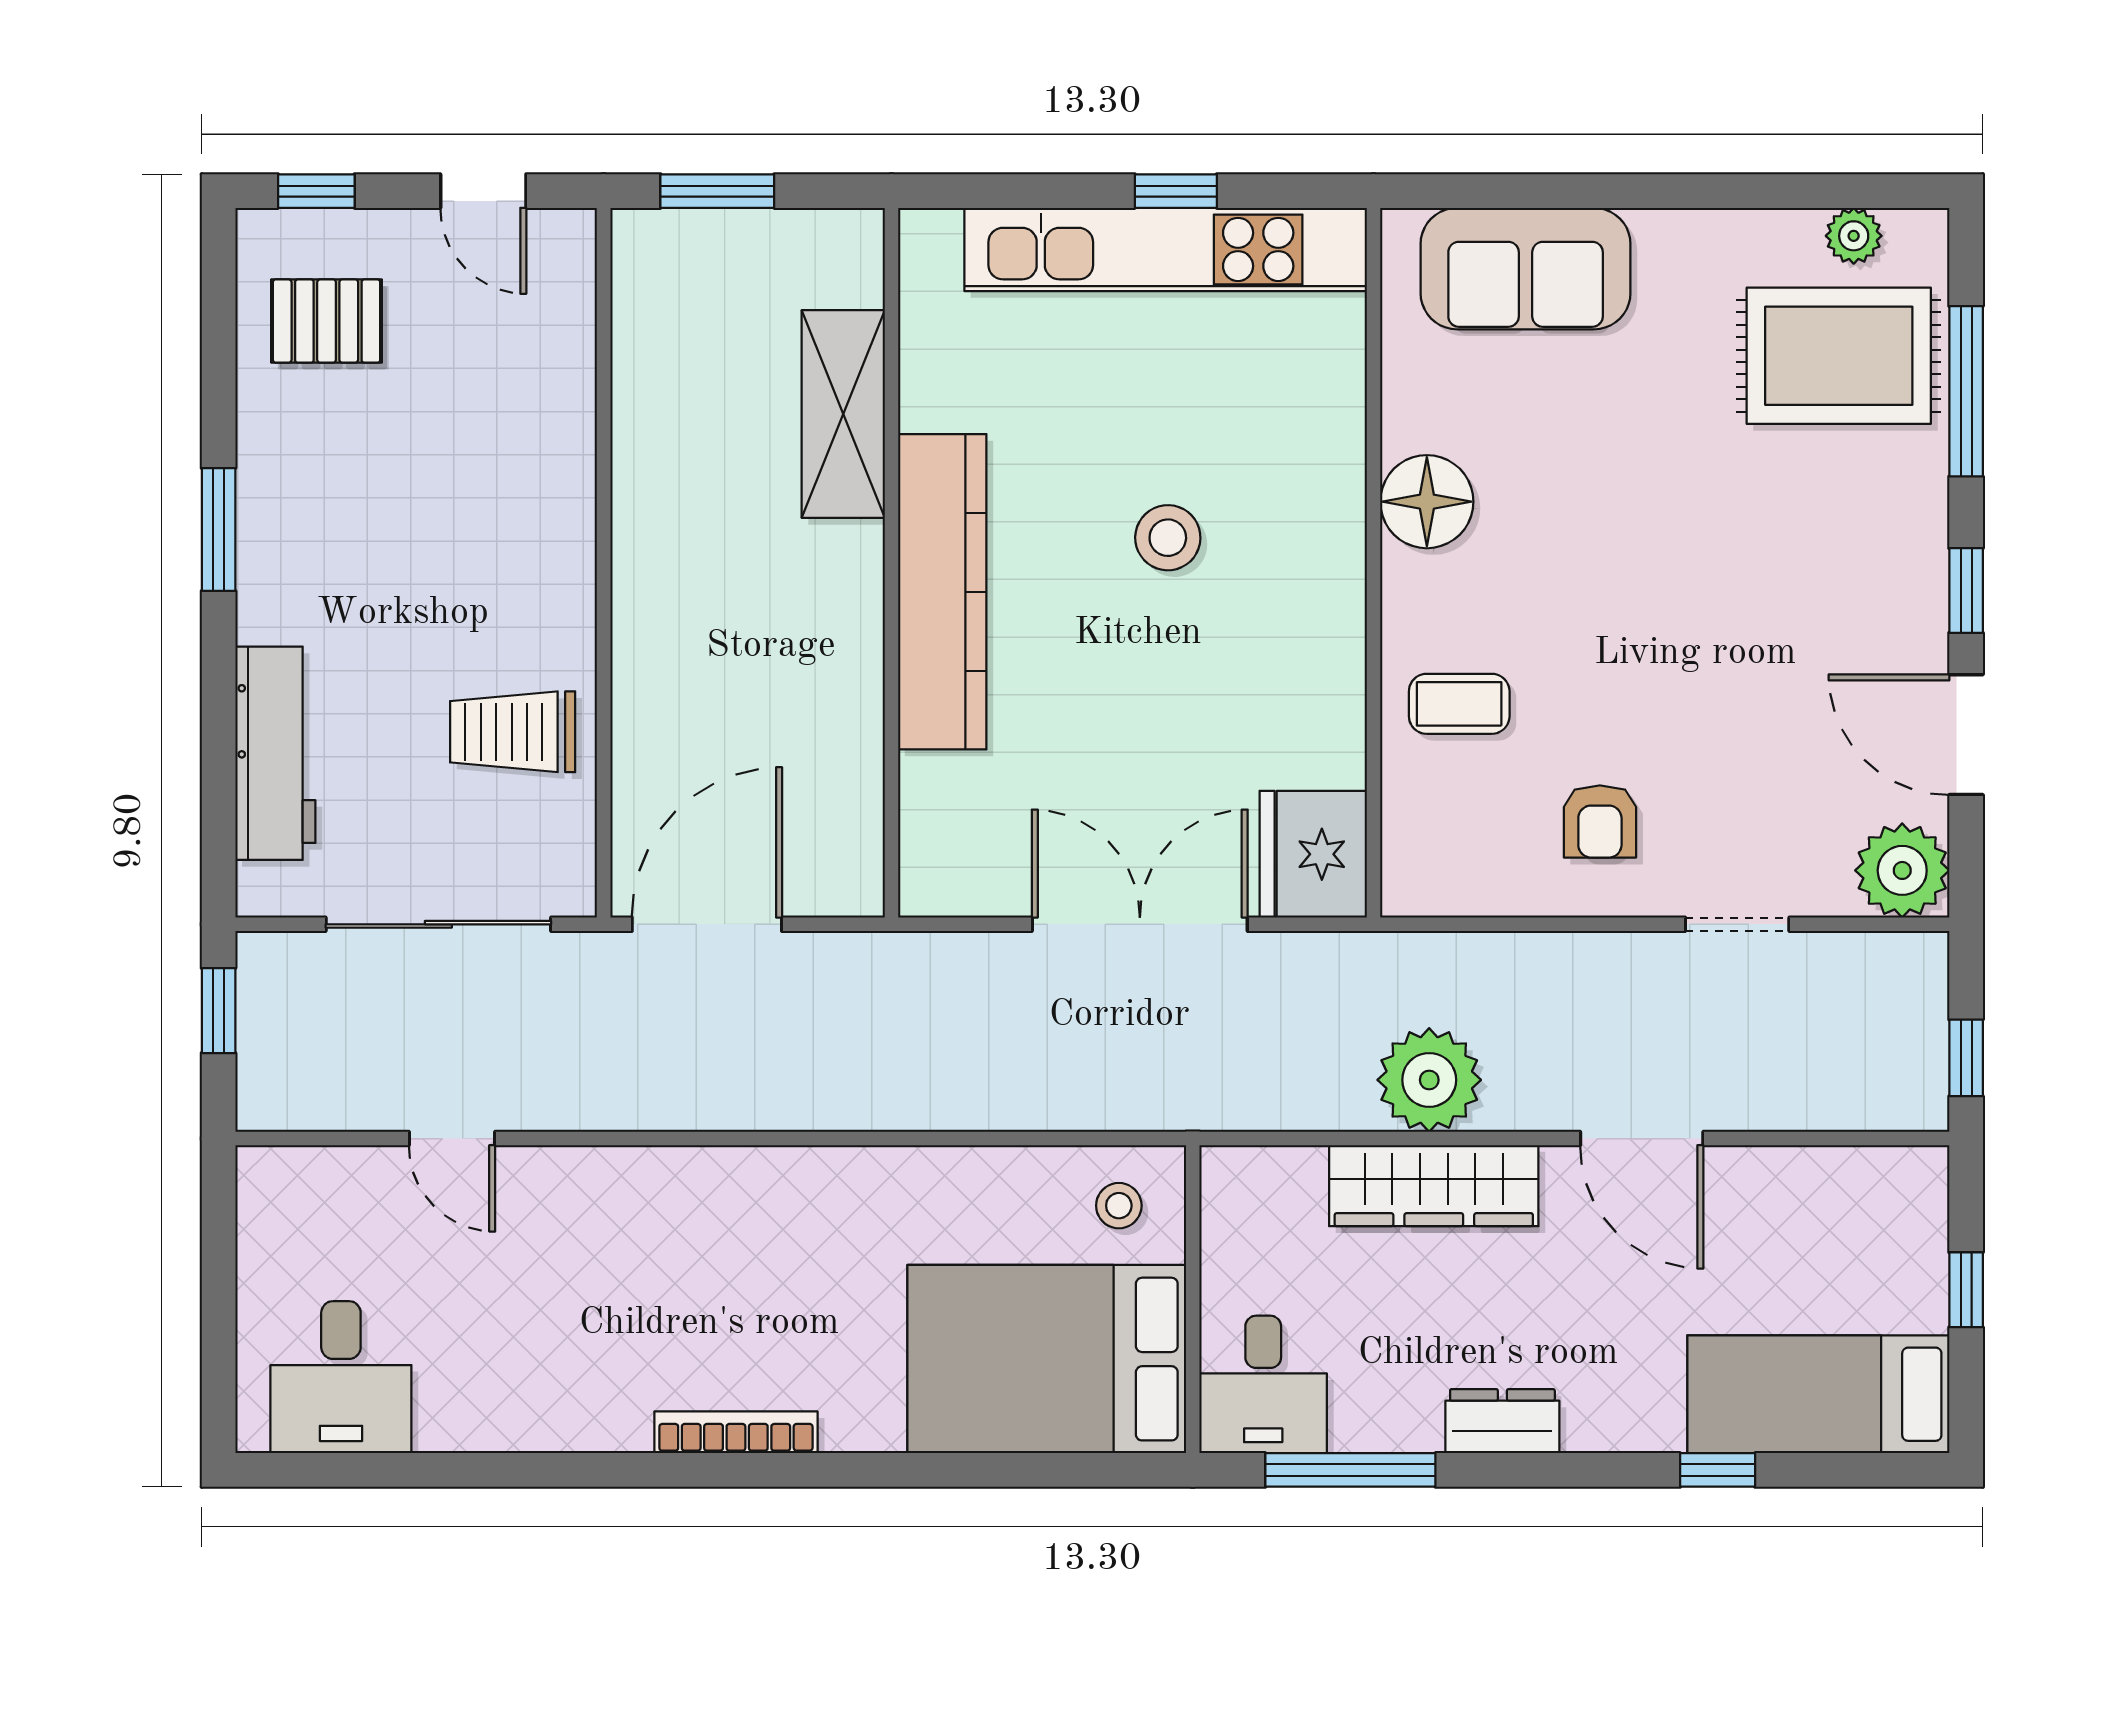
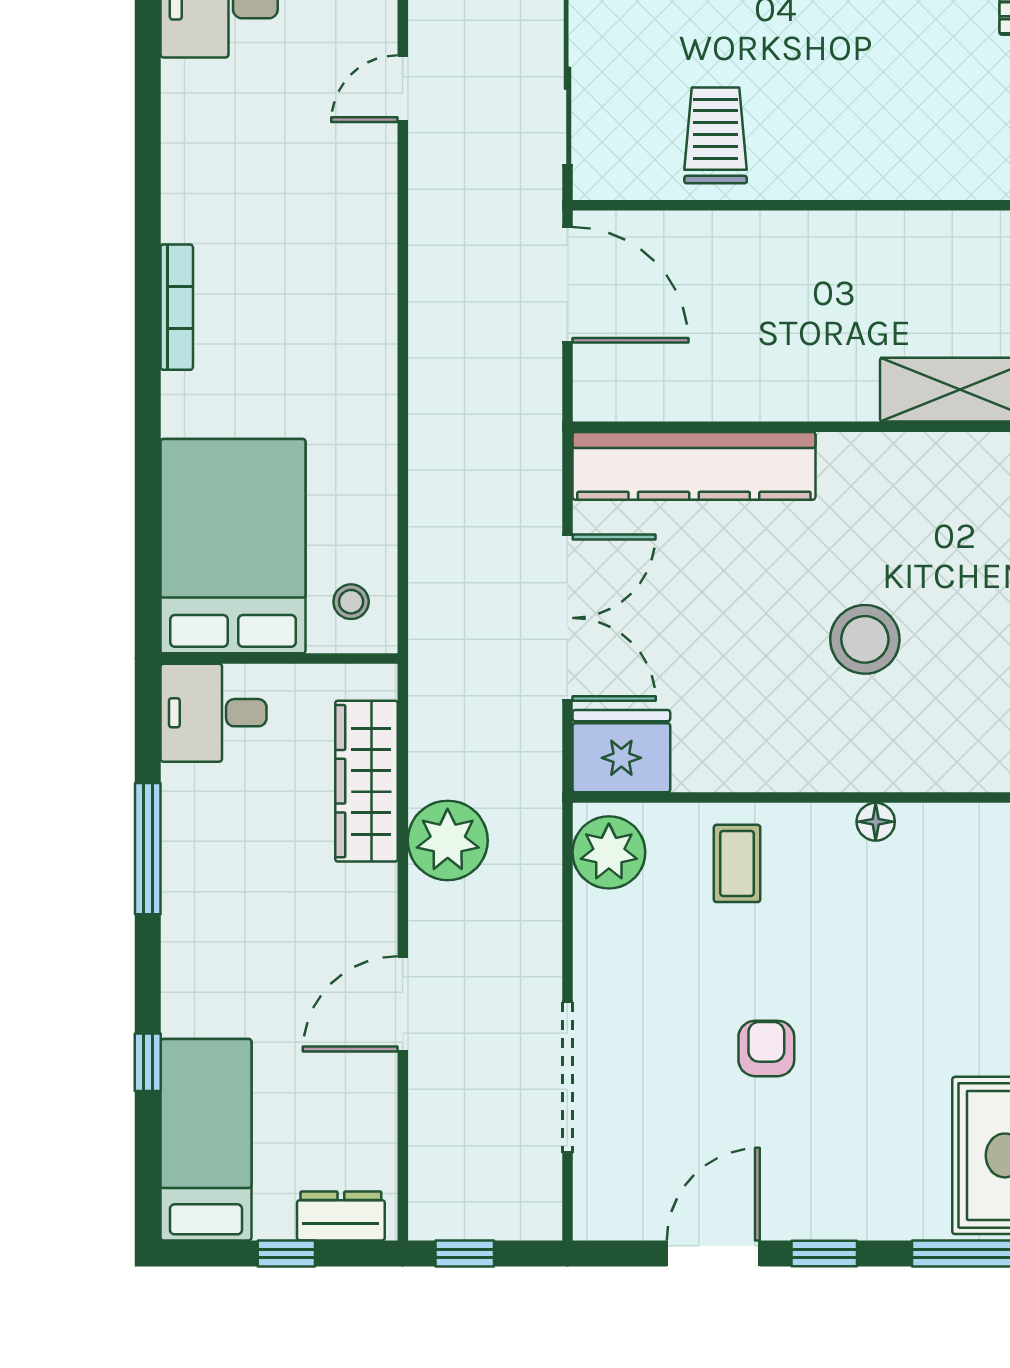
floor lamp: (1427, 502) -> (876, 822), width x0.53, depth x0.53
stool: (1168, 538) -> (865, 639), width x1.38, depth x1.38
kitchen counter: (942, 592) -> (694, 466), moved
armchair: (1600, 821) -> (766, 1048), moved, turned 90
plant: (1902, 870) -> (609, 852), moved
doorway: (1737, 924) -> (567, 1077), width x1.88
wardrobe: (1434, 1186) -> (366, 781), moved
dresser: (1502, 1421) -> (341, 1216), moved, turned -90
window: (1350, 1470) -> (148, 849), moved

